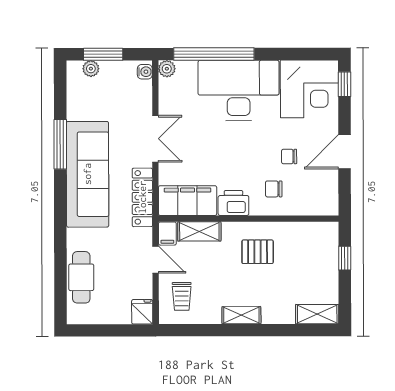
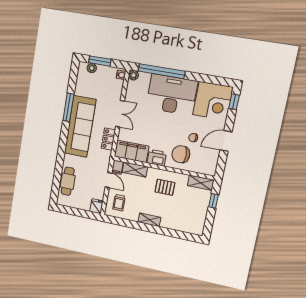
chair: (274, 189) -> (181, 154), width x1.87, depth x1.87
locker: (142, 197) -> (108, 139), width x0.66
shelving: (317, 314) -> (201, 183), moved

